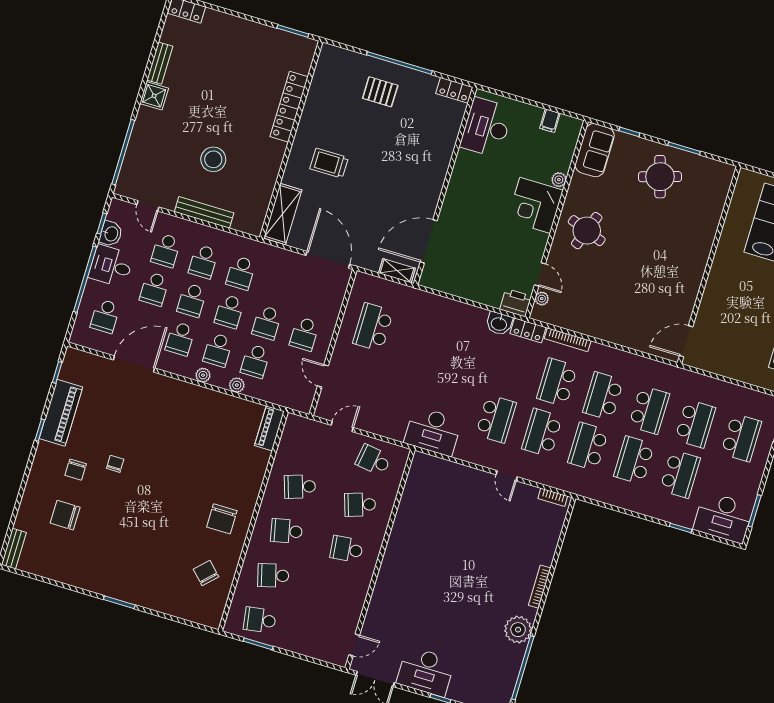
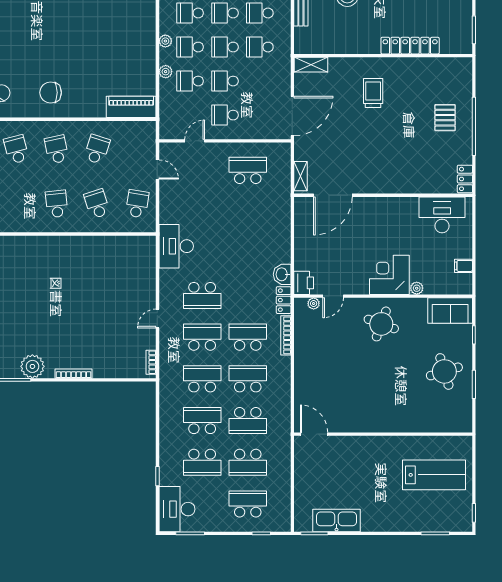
shelving: (283, 214) -> (311, 65), width x0.67, depth x0.75
door: (429, 241) -> (333, 195), swing flipped
piano: (269, 428) -> (131, 107), width x1.37, depth x1.33
school desk: (741, 438) -> (248, 504), turned 180
school desk: (300, 487) -> (97, 149), turned 36

